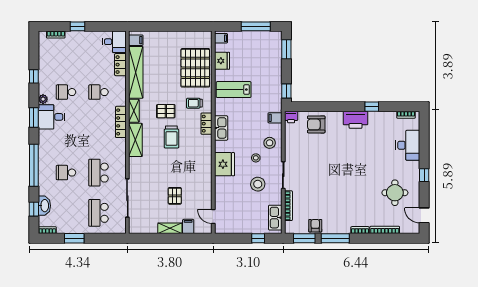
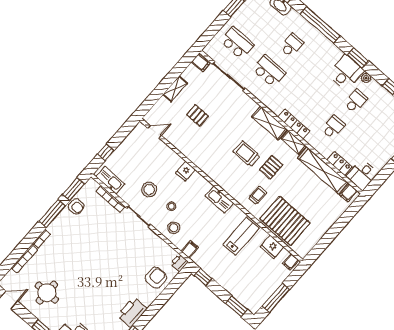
locker: (206, 124) -> (233, 191), removed
fridge: (224, 164) -> (185, 171), width x0.53, depth x0.75
filing cabinet: (188, 226) -> (201, 63), moved

